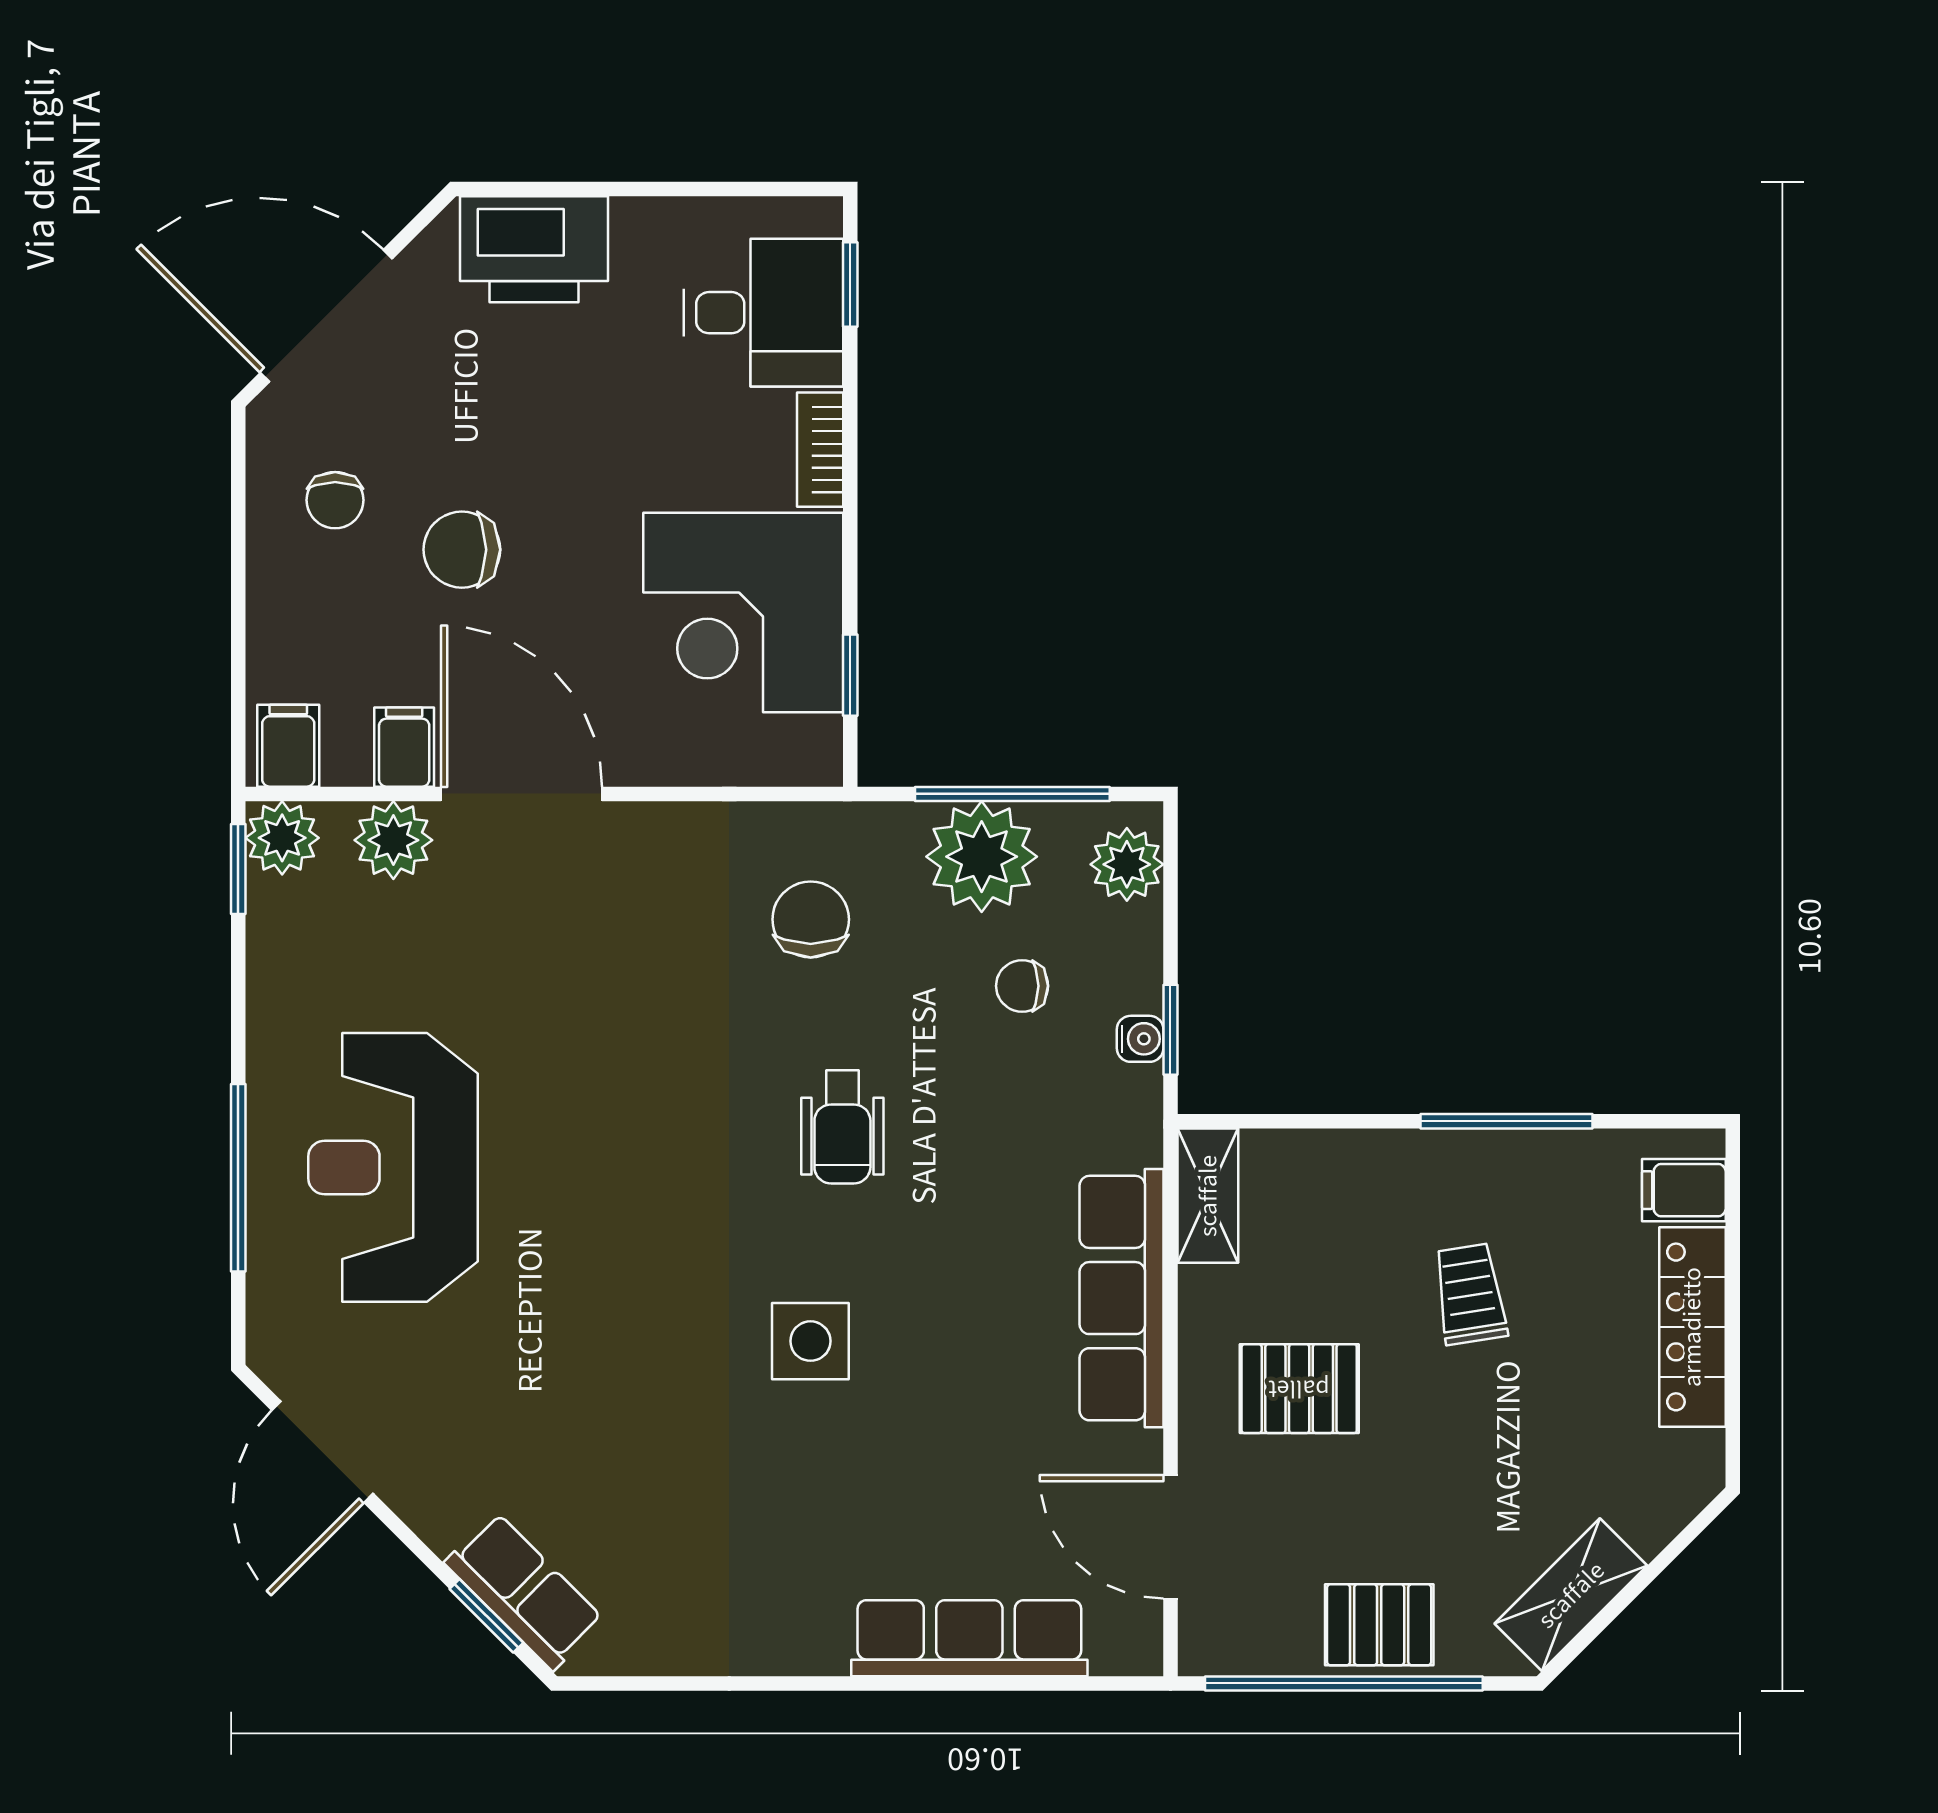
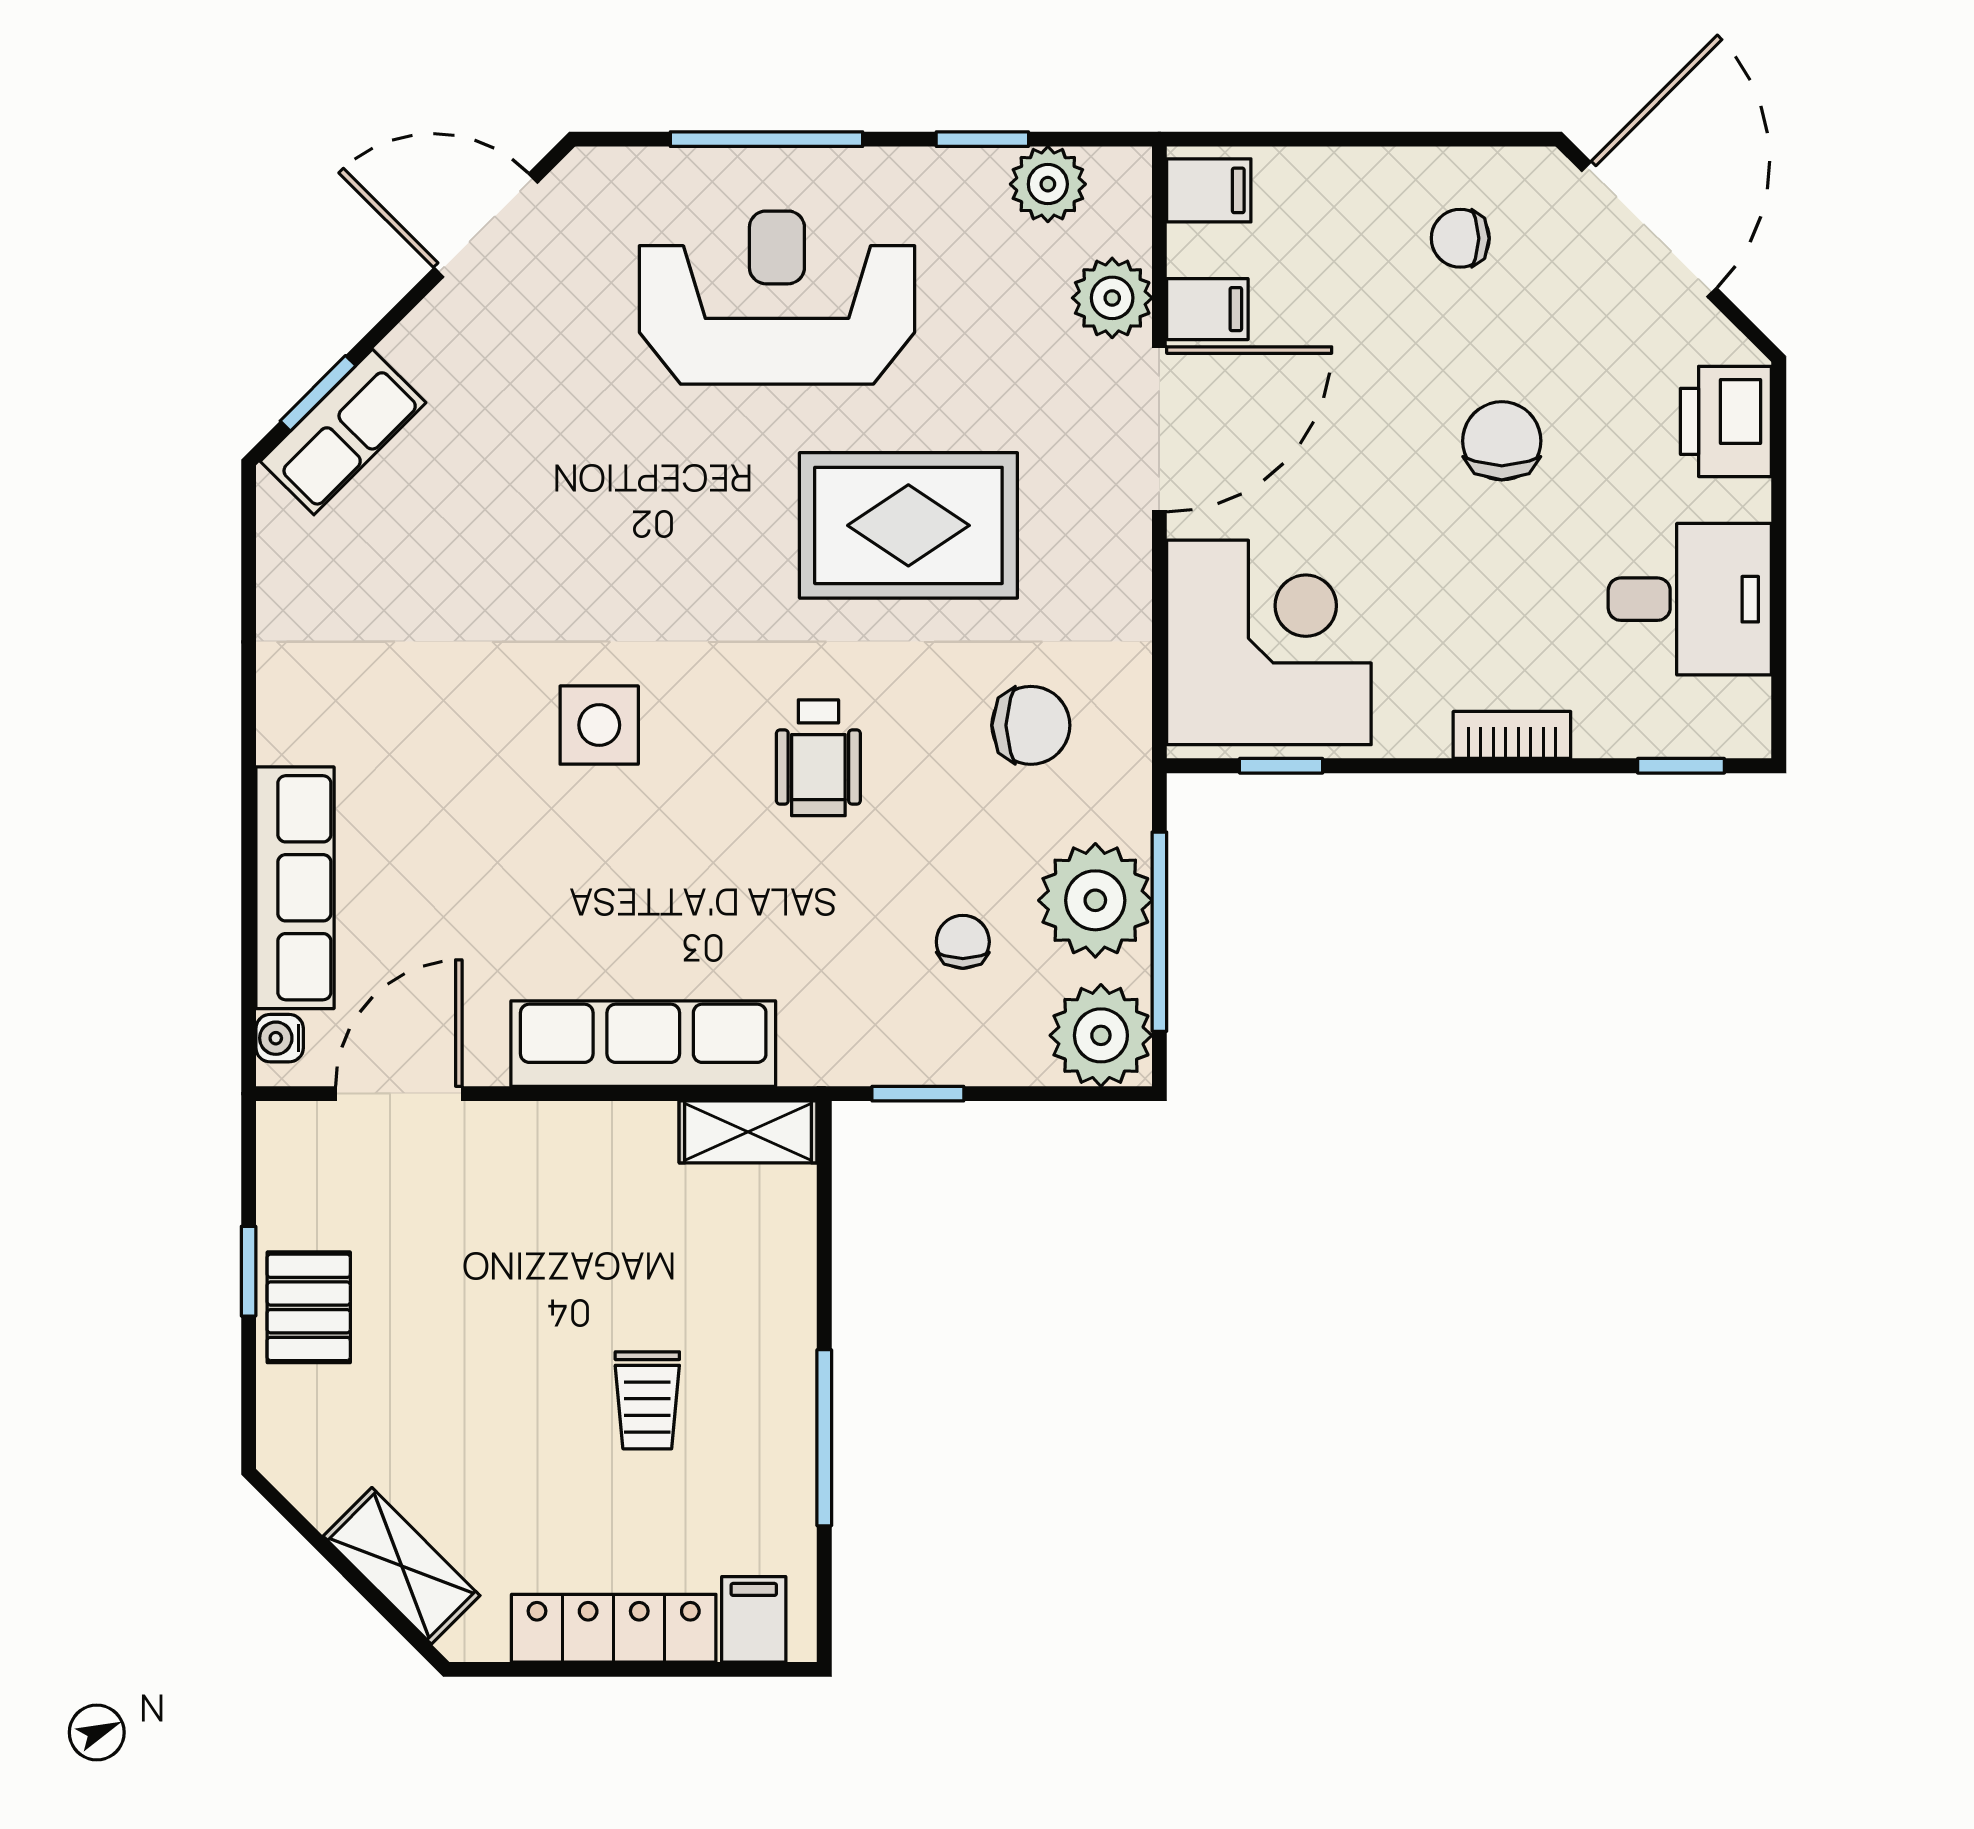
printer: (534, 249) -> (1726, 421), width x0.73, depth x0.84
desk: (763, 313) -> (1690, 599), moved, turned -90
chair: (462, 550) -> (1502, 441), moved
corner desk: (743, 613) -> (1269, 642), moved, turned 90
plant: (282, 838) -> (1048, 184), moved
plant: (1127, 864) -> (1101, 1035), width x1.36, depth x1.36
window: (238, 869) -> (982, 139), moved
rug: (615, 1039) -> (908, 525), added
water cooler: (1140, 1039) -> (280, 1038), moved, turned 90
wheelchair: (842, 1127) -> (818, 758), turned -90
trolley: (1470, 1294) -> (647, 1400), turned 99
pallet: (1299, 1389) -> (551, 1225), removed
shelving: (1571, 1595) -> (402, 1566), moved
window: (1344, 1683) -> (249, 1271), width x0.32

